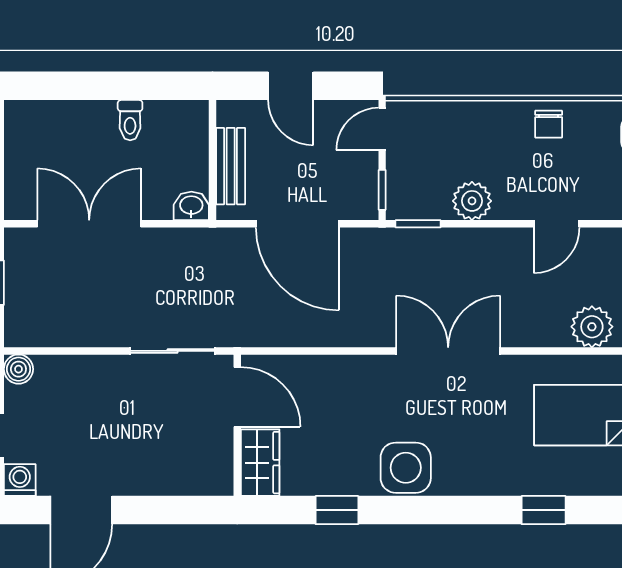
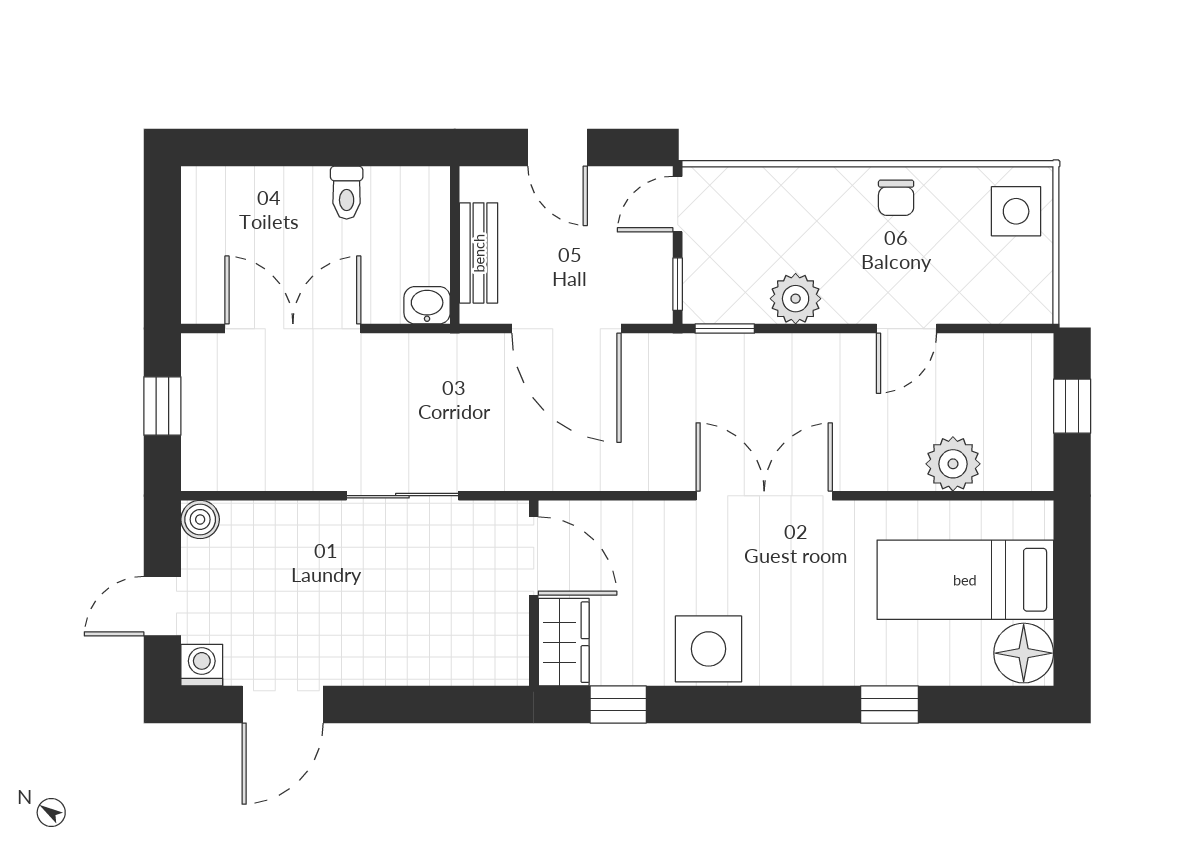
door: (237, 397) -> (534, 556), moved
wall: (237, 425) -> (534, 593), moved
wardrobe: (260, 463) -> (564, 642), moved

